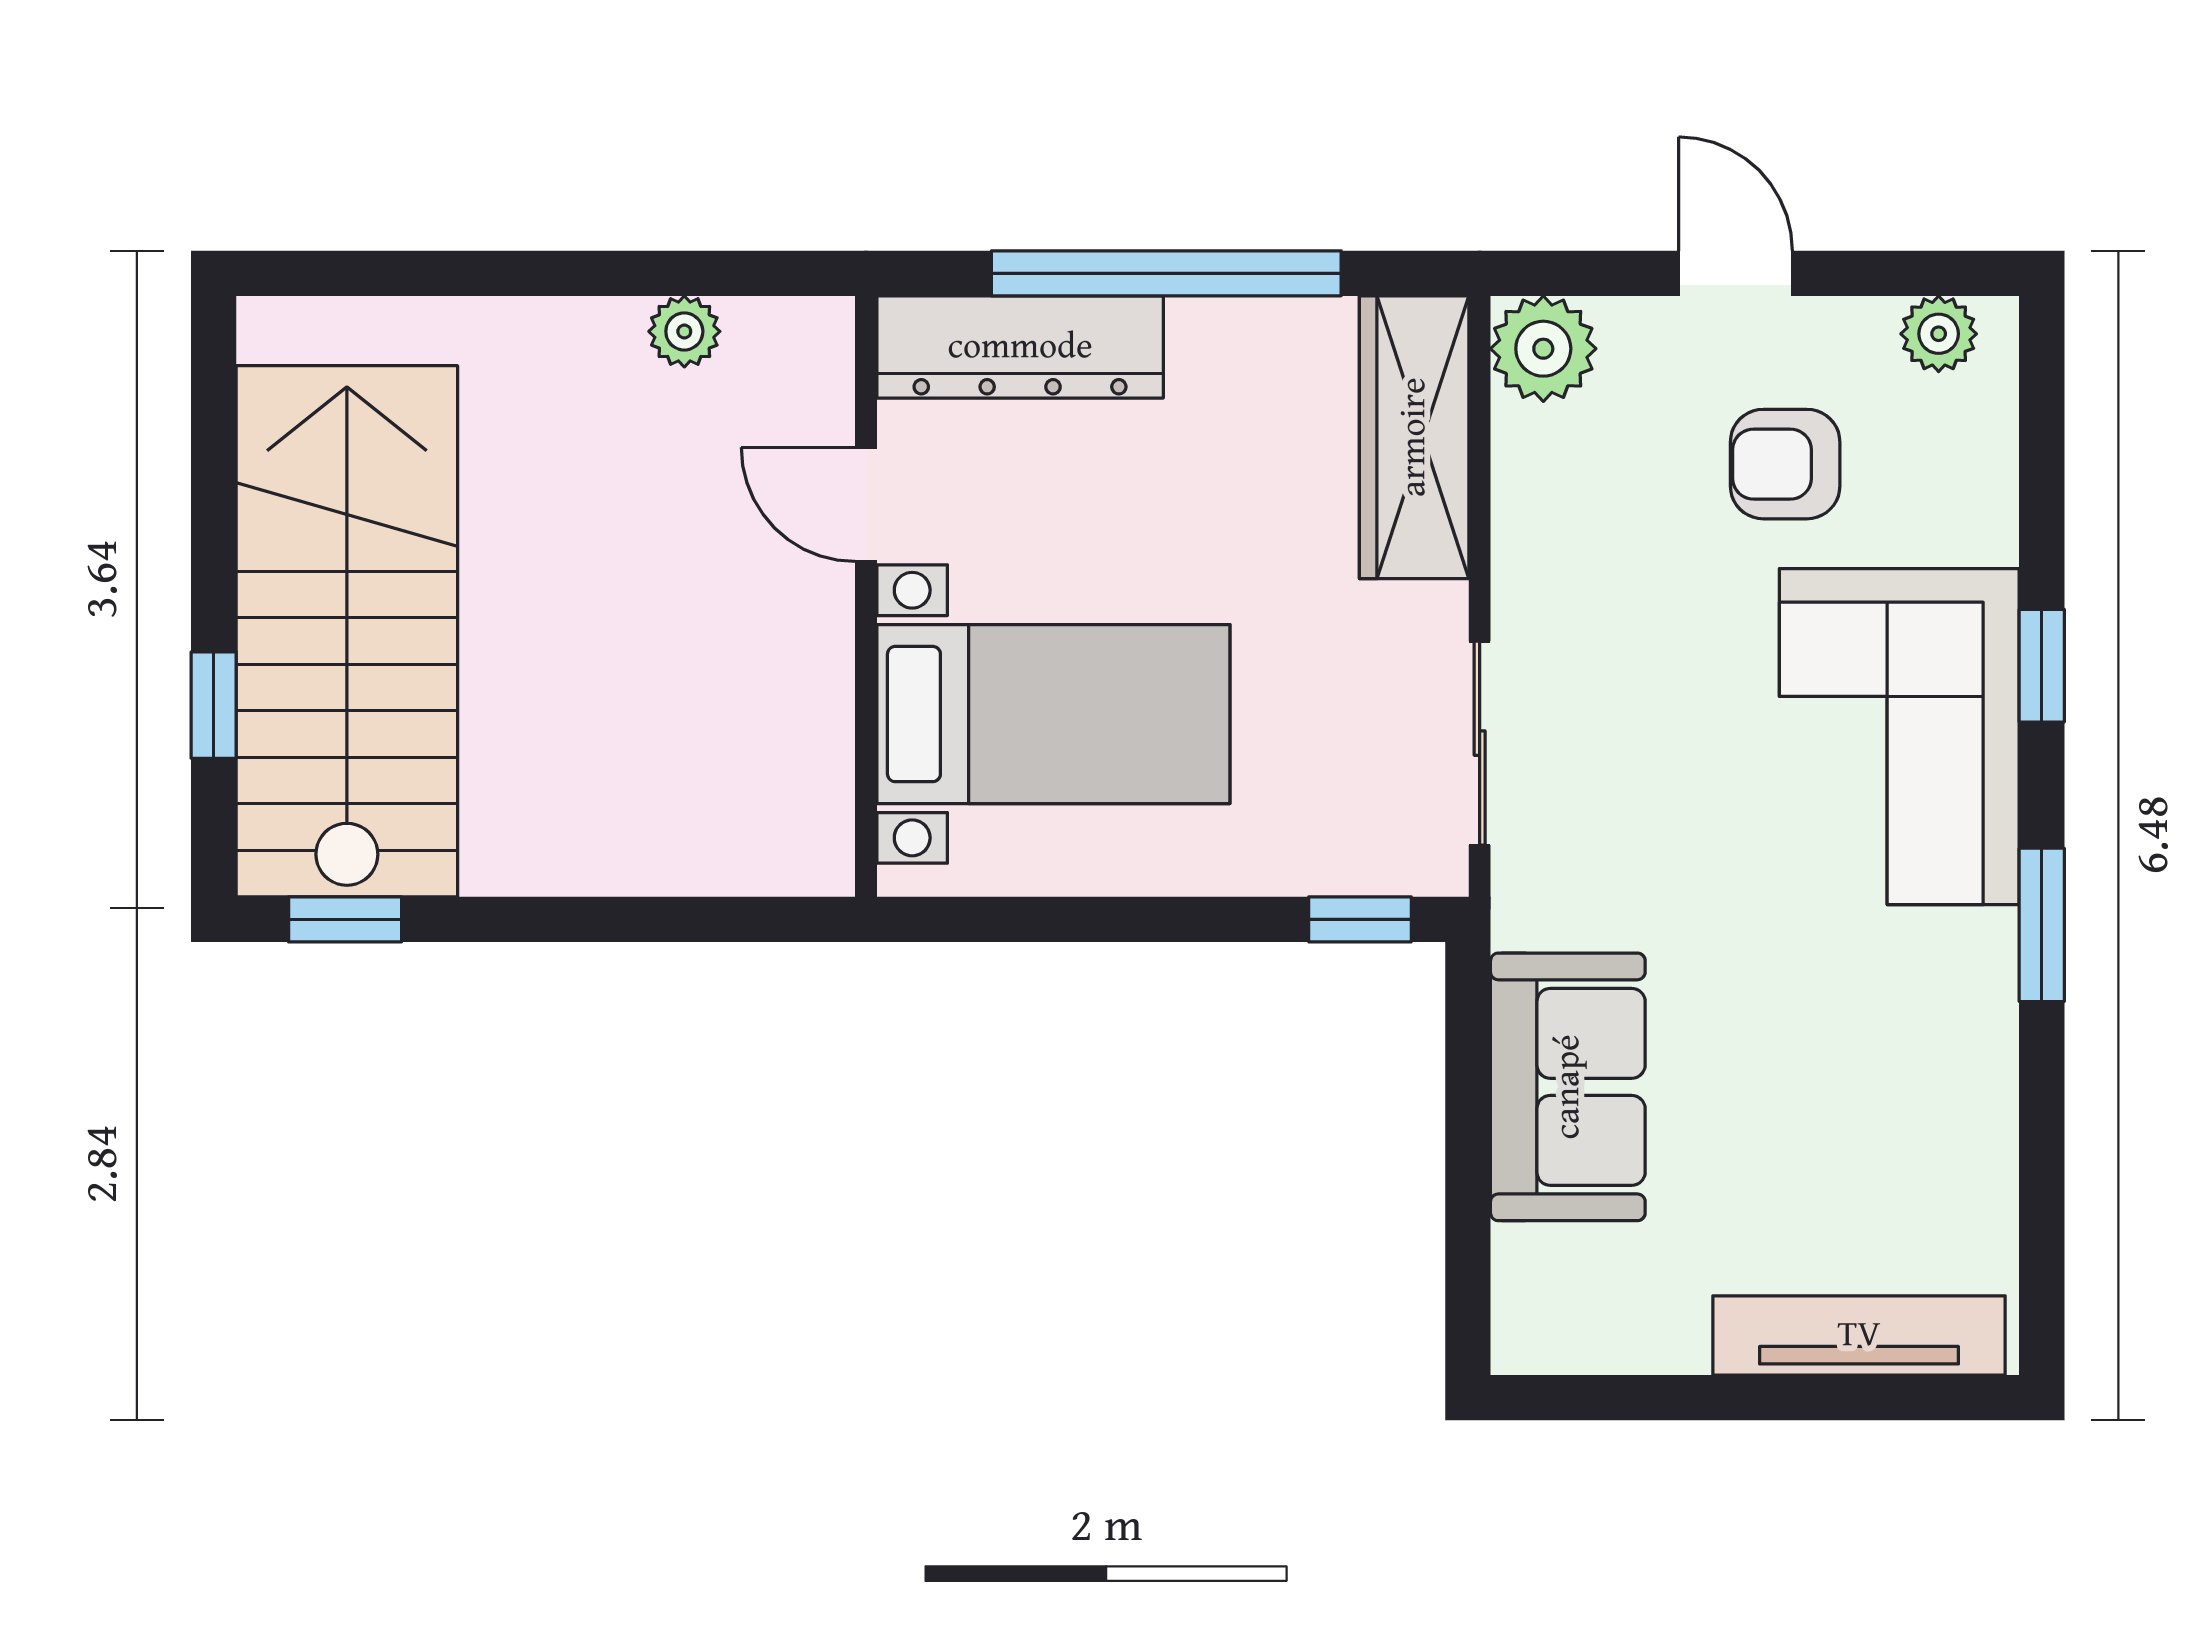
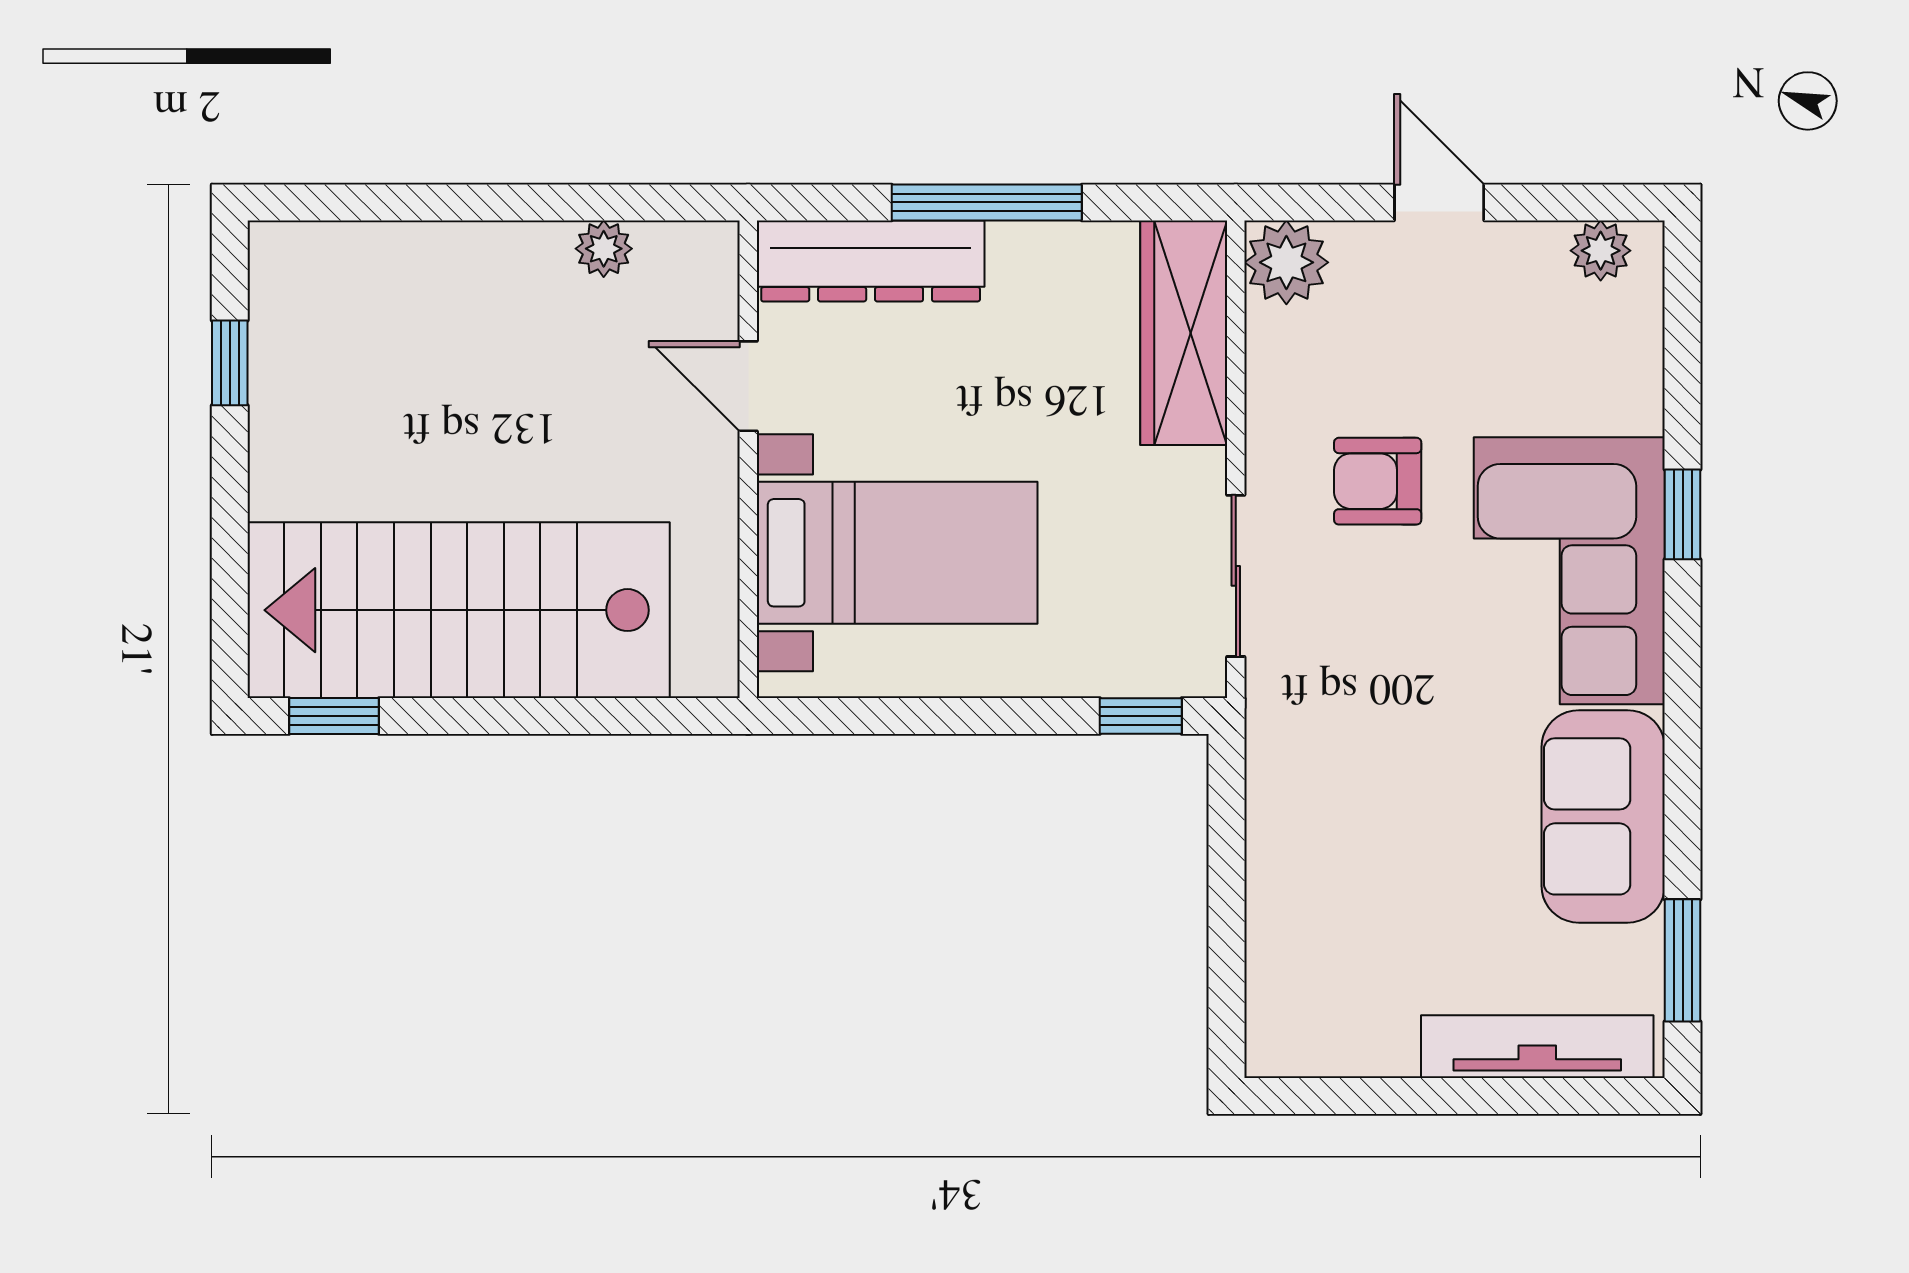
window: (1166, 273) -> (987, 202), width x0.68
armchair: (1785, 464) -> (1378, 481), moved
stairs: (347, 631) -> (459, 610), moved, turned -90
window: (214, 705) -> (230, 363), moved
window: (2042, 925) -> (1683, 960), moved
sofa: (1568, 1087) -> (1603, 816), moved, turned 180

